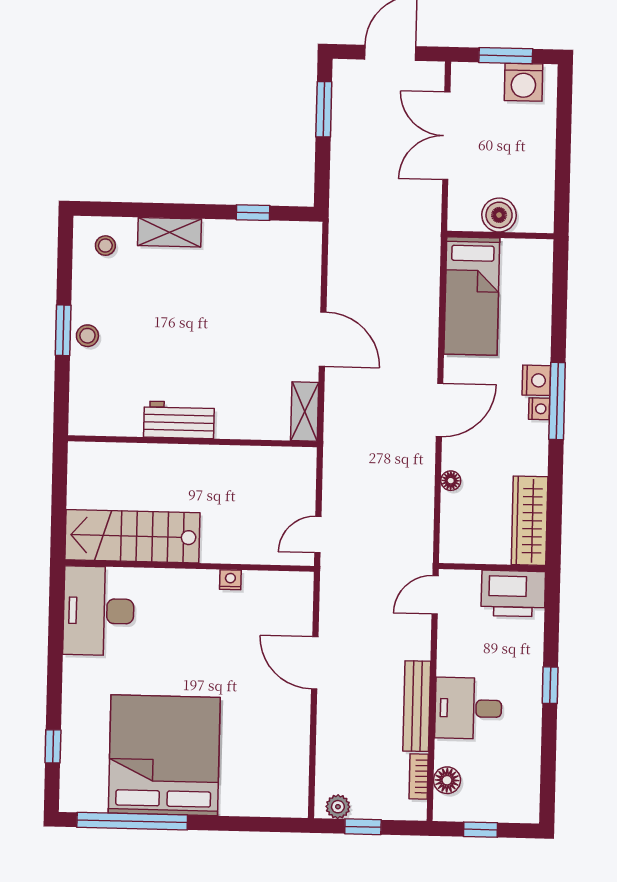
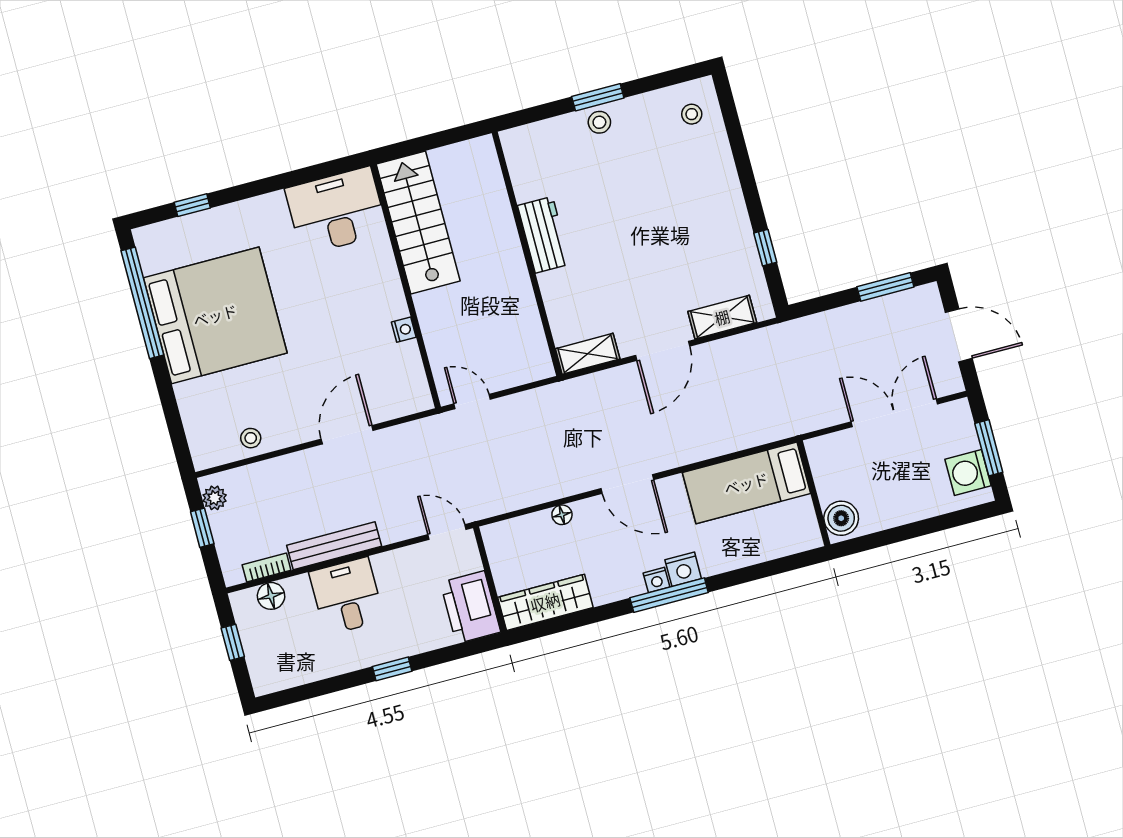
boiler: (499, 215) -> (841, 518), moved
shelving: (169, 232) -> (722, 317), moved, turned 90
stool: (291, 756) -> (251, 438), added

